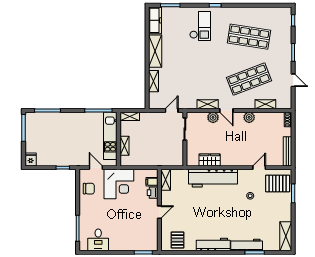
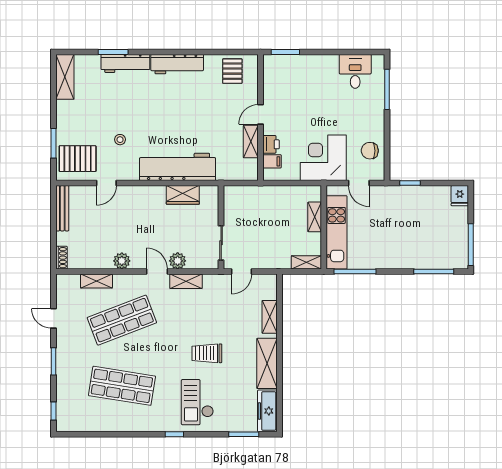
trolley: (194, 58) -> (207, 353), added
shelving: (166, 180) -> (251, 142), moved

